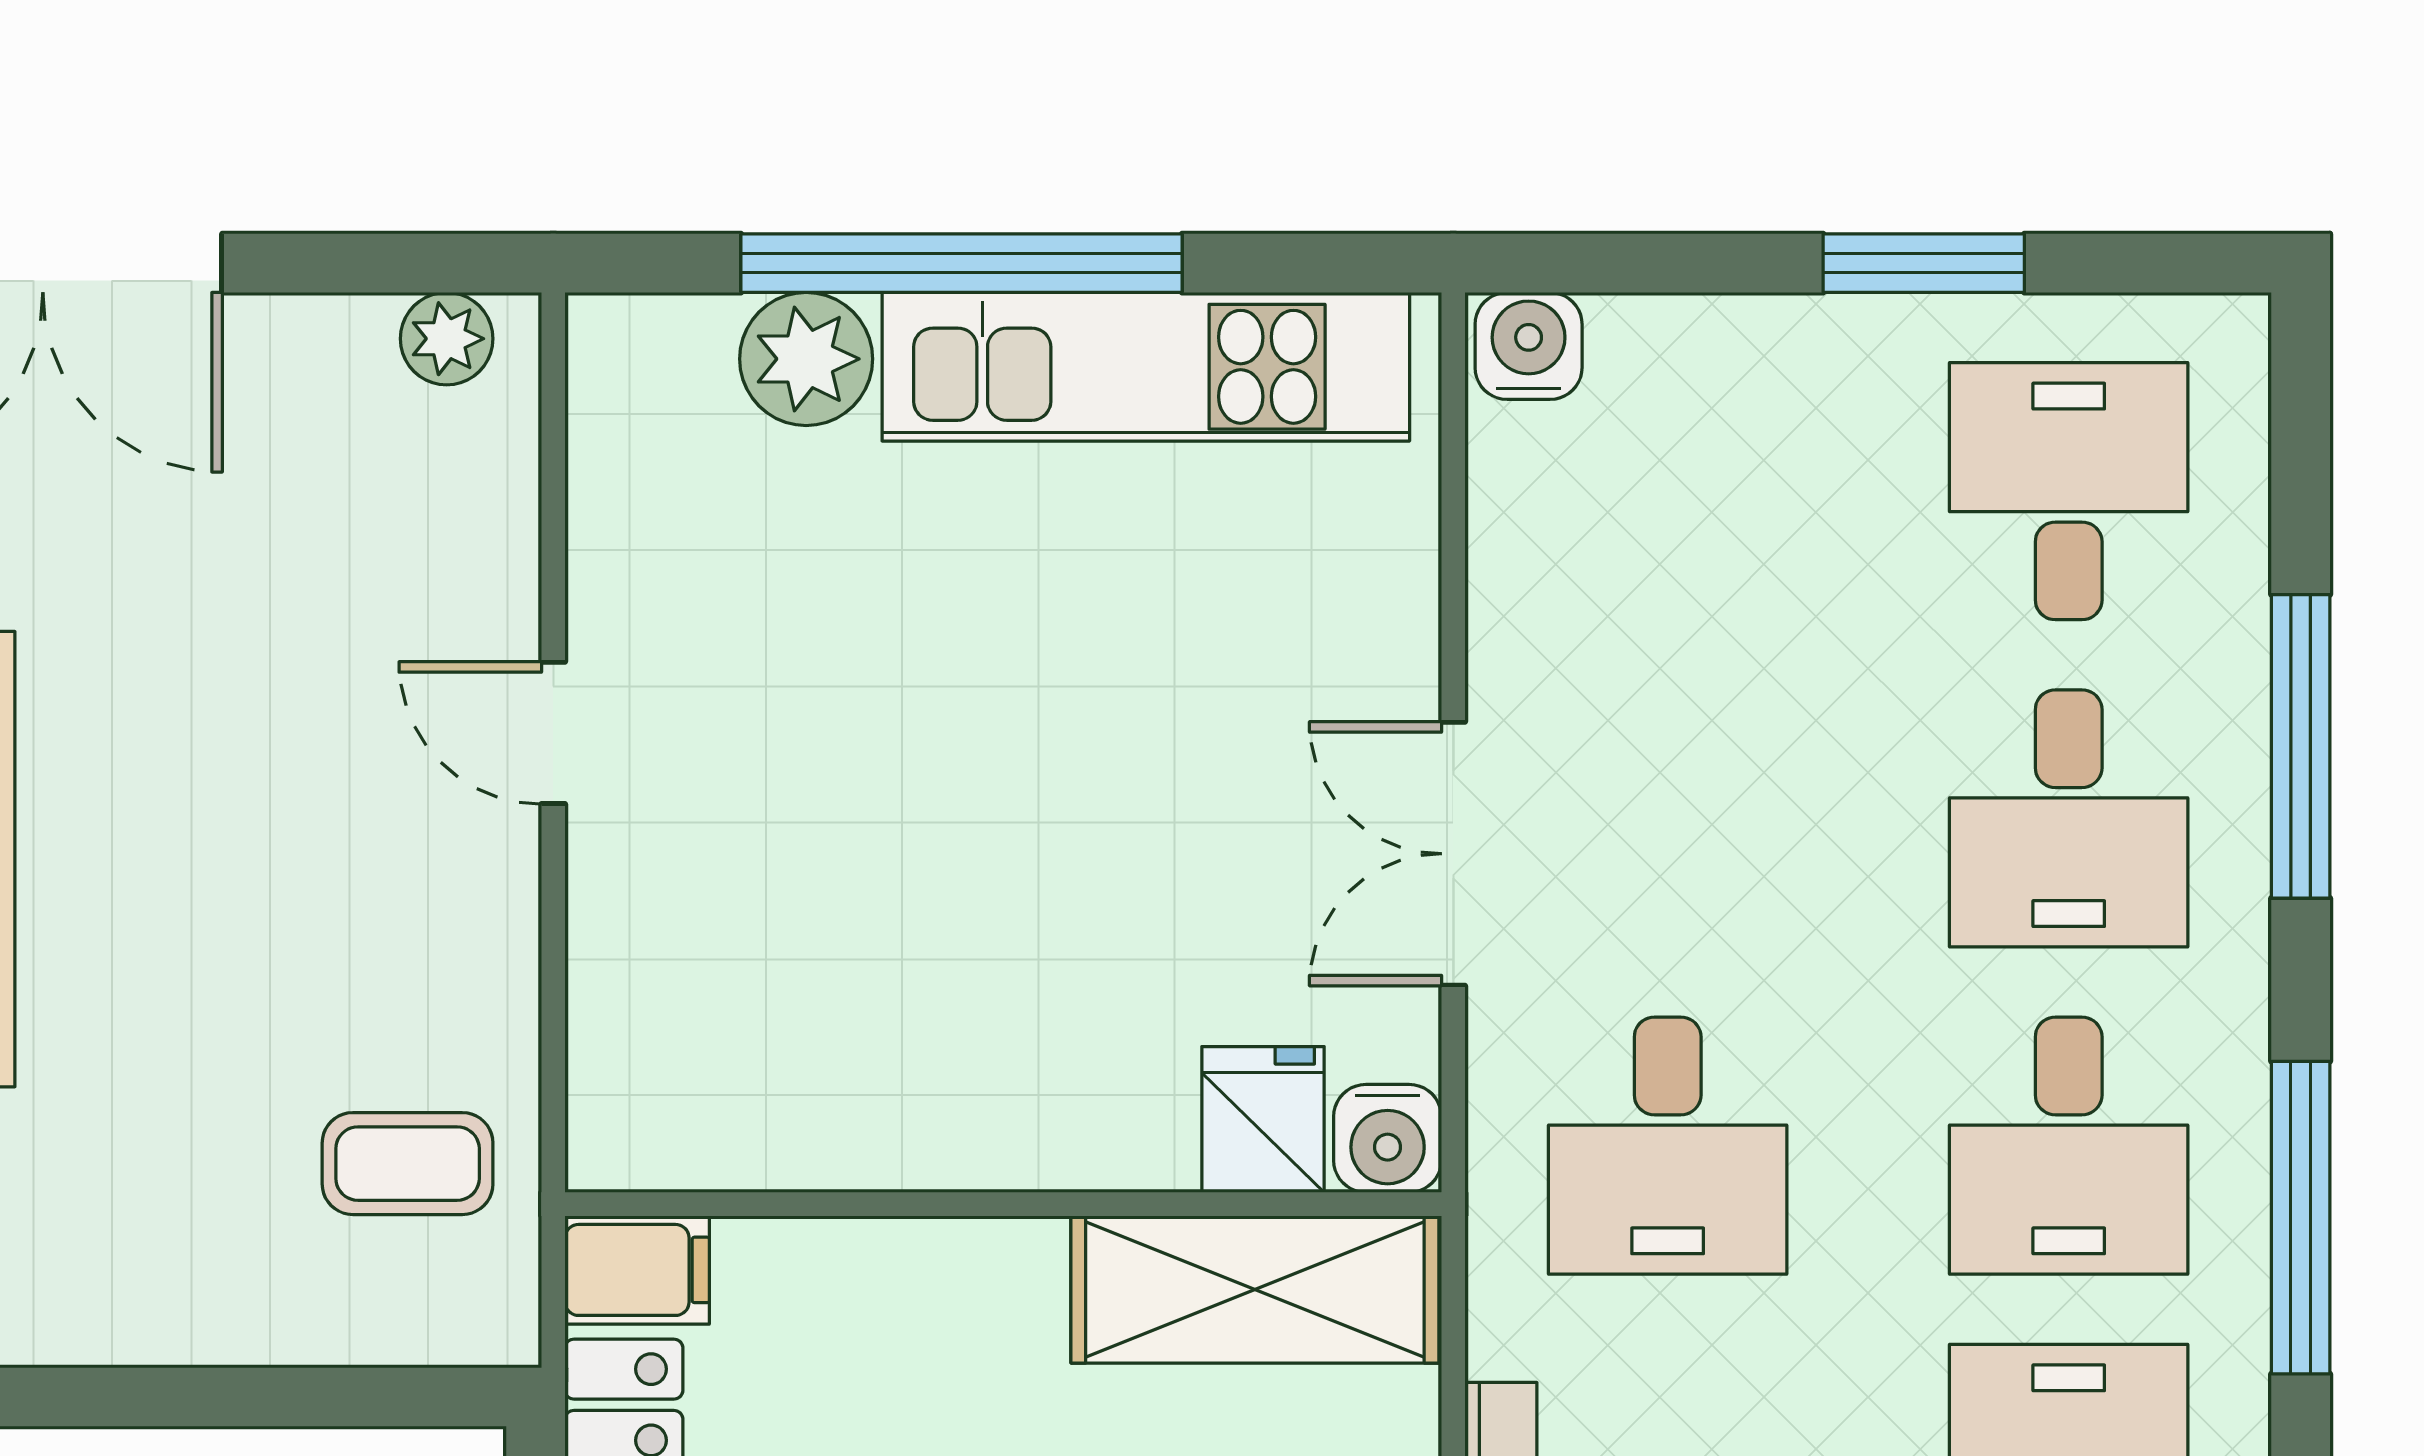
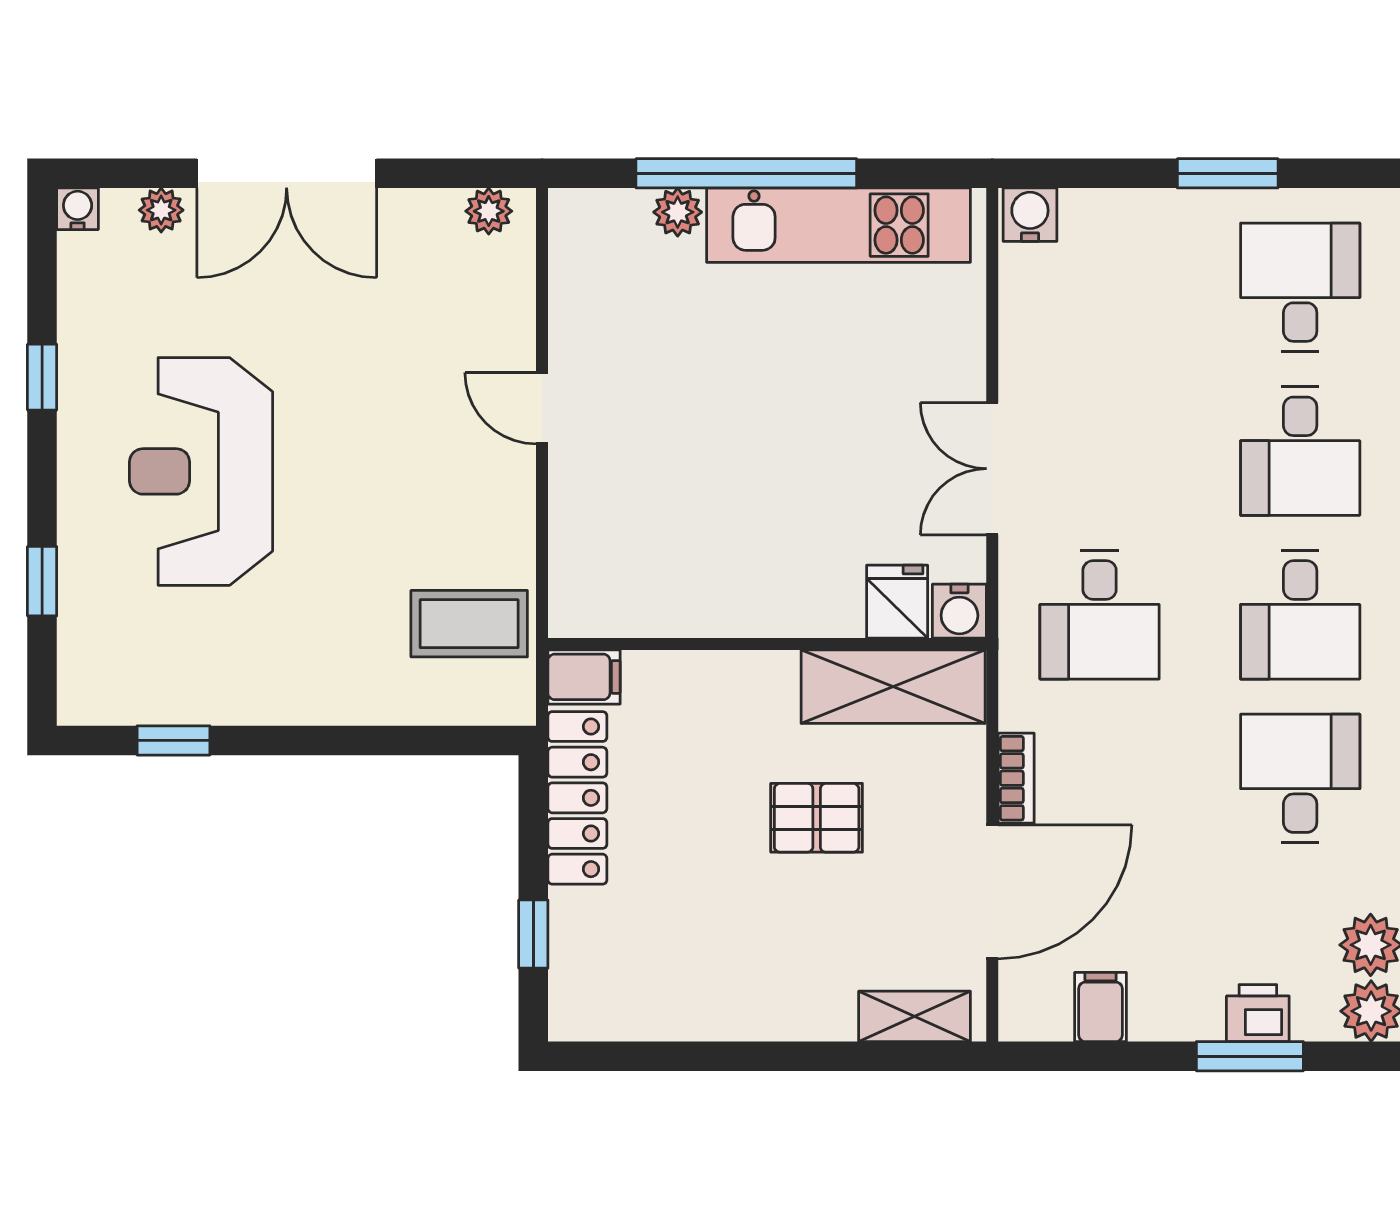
plant: (806, 359) -> (678, 212), width x0.73, depth x0.73
coffee table: (408, 1164) -> (469, 624), width x1.36, depth x1.30

